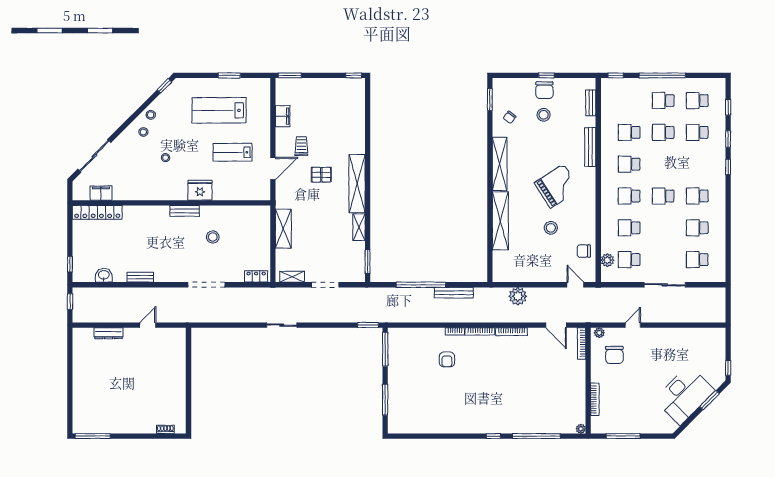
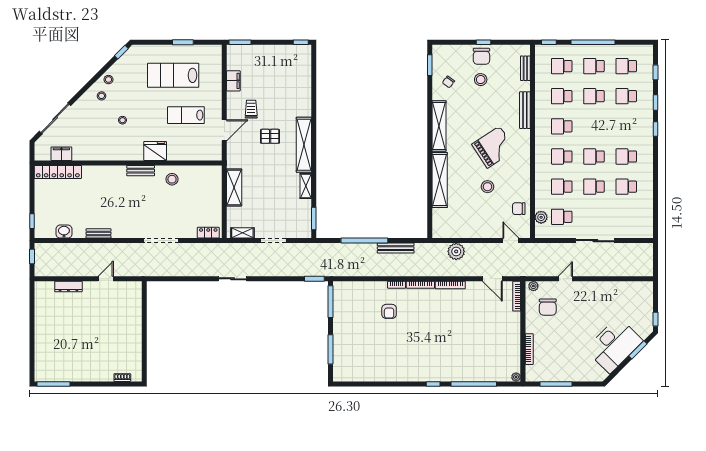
school desk: (629, 101) -> (562, 66), added
stool: (213, 237) -> (172, 179), moved
school desk: (697, 260) -> (594, 187), moved

